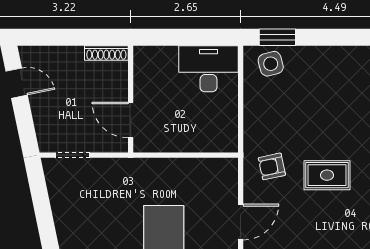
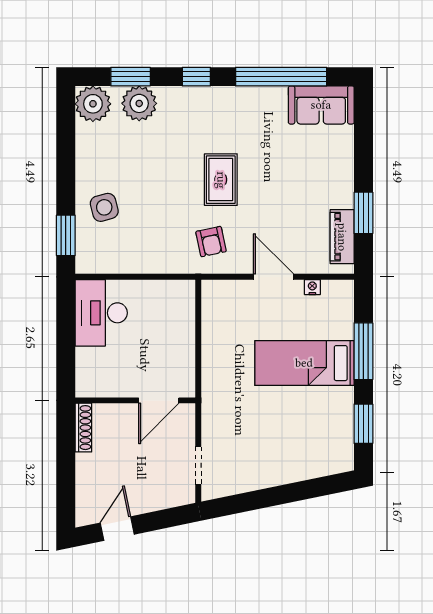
side table: (271, 64) -> (104, 207), moved

